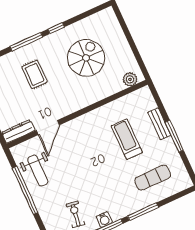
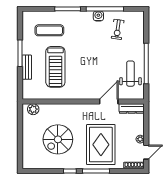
rug: (35, 74) -> (101, 145), width x1.86, depth x2.06
treadmill: (127, 139) -> (55, 67), width x1.37, depth x1.38

